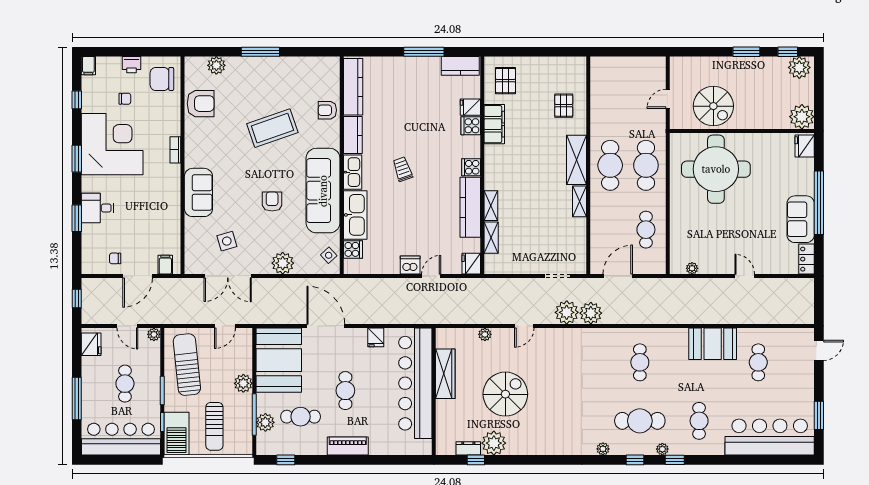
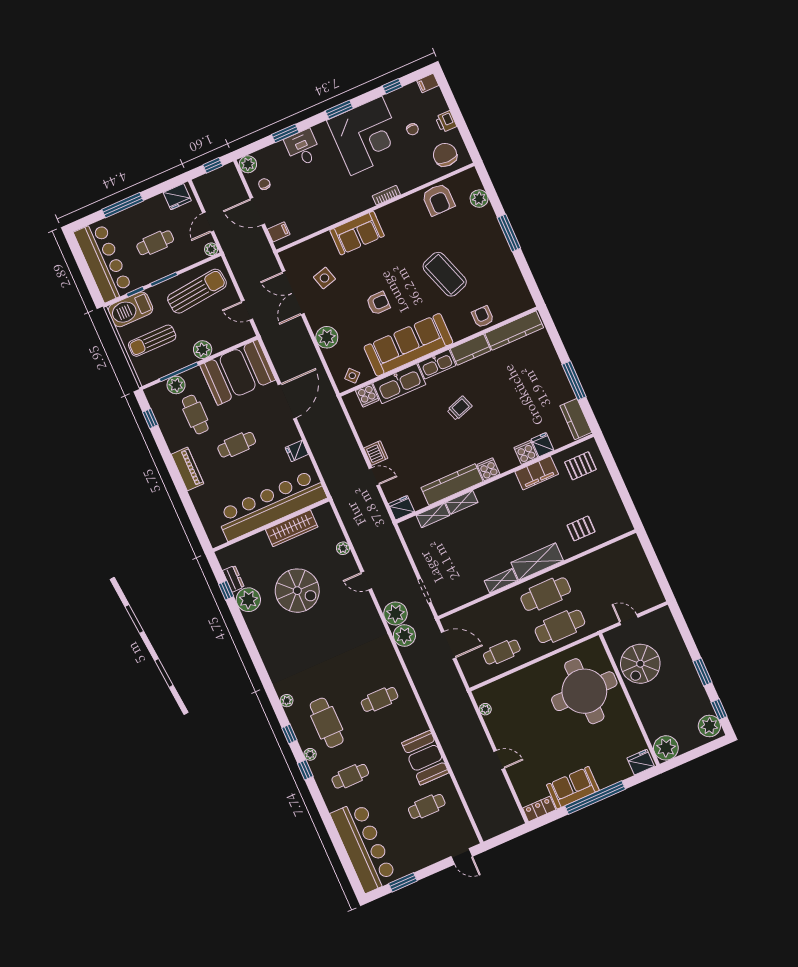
plant: (90, 266) -> (248, 164), added
door: (745, 276) -> (499, 760), hinge flipped

